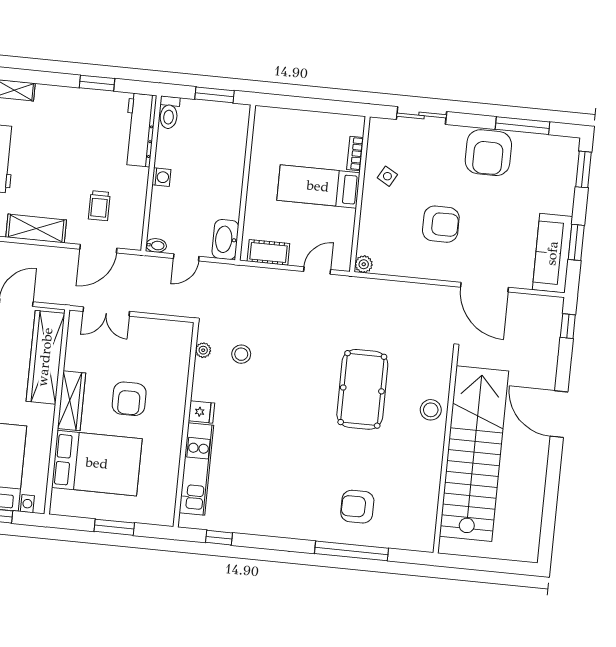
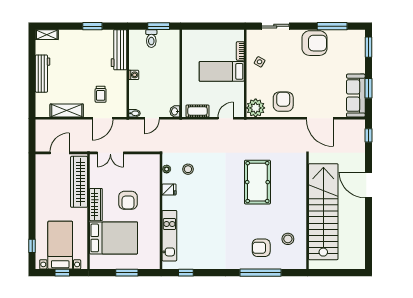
toilet: (169, 113) -> (151, 39), moved
armchair: (488, 153) -> (315, 43), turned -90
armchair: (441, 224) -> (283, 102), moved, turned -90
washbasin: (225, 239) -> (175, 111), width x0.52, depth x0.69
plant: (364, 264) -> (256, 108), width x1.88, depth x1.88
stool: (431, 410) -> (288, 239), moved
fridge: (202, 412) -> (169, 189), moved

